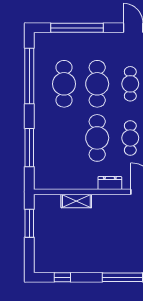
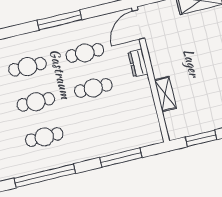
cafe table: (64, 84) -> (44, 137), width x0.73, depth x0.74
cafe table: (97, 84) -> (36, 102), width x0.73, depth x0.74
cafe table: (97, 138) -> (93, 88), width x0.73, depth x0.74

